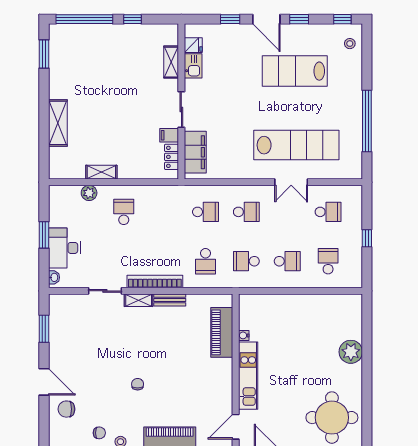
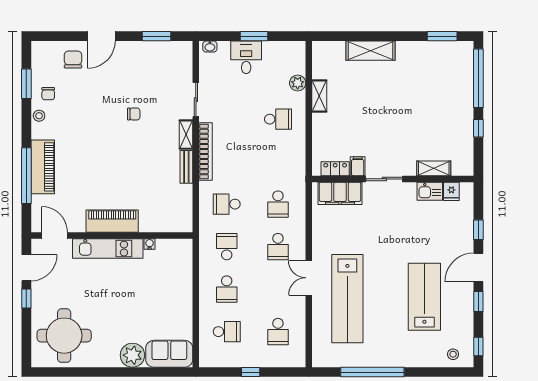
double door: (291, 182) -> (309, 278), moved
desk: (64, 248) -> (246, 57), width x0.73
sofa: (349, 316) -> (169, 354), added
piano: (222, 332) -> (112, 221), moved
chair: (138, 384) -> (134, 114), moved

